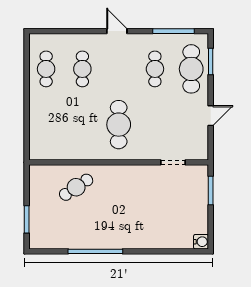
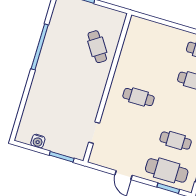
cafe table: (119, 125) -> (139, 97), width x0.73, depth x0.74
water cooler: (201, 242) -> (38, 141), moved

